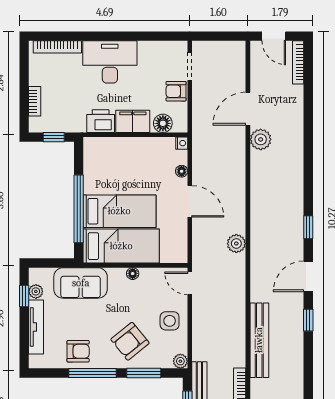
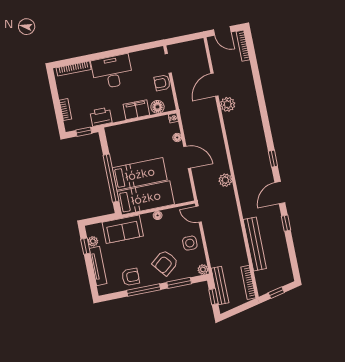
printer: (101, 121) -> (101, 117), moved

